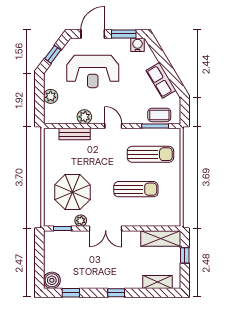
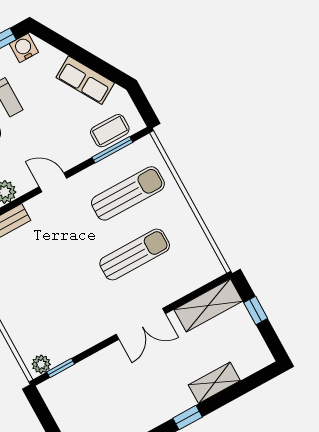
parasol: (73, 192) -> (47, 308), removed
plant: (81, 221) -> (41, 364), moved
double door: (106, 228) -> (141, 324), moved
shelving: (158, 282) -> (214, 383), moved

